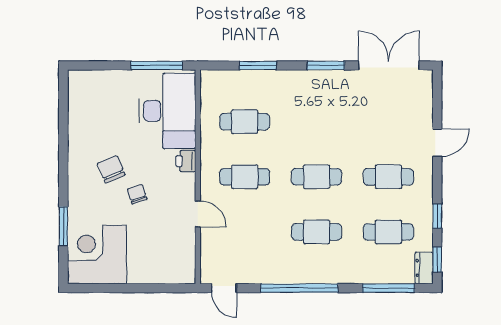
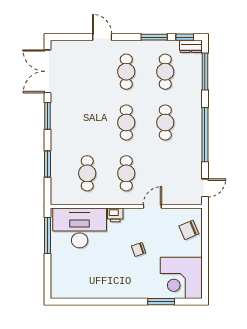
chair: (111, 169) -> (189, 230), moved
window: (437, 216) -> (154, 37), width x1.50

